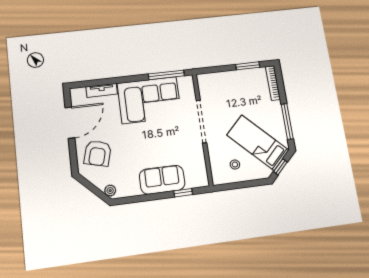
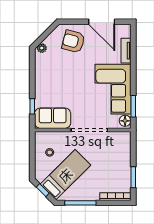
window: (166, 75) -> (133, 106), width x0.69
floor lamp: (185, 82) -> (125, 121), added
sofa: (162, 180) -> (53, 118), moved, turned -90

